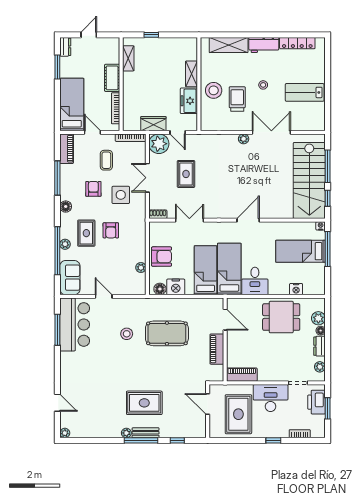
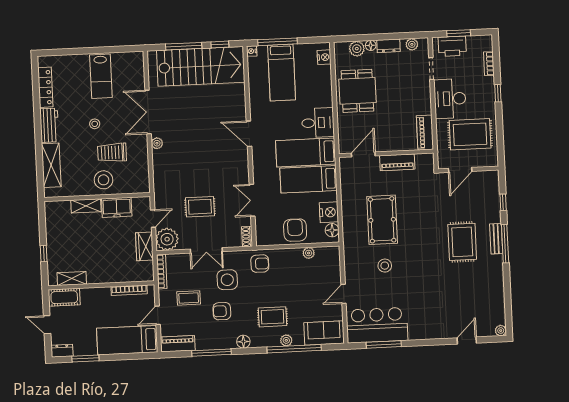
cot: (112, 78) -> (64, 297), moved
armchair: (111, 230) -> (260, 264), moved
nightstand: (296, 289) -> (324, 57), moved
plant: (126, 433) -> (497, 261), removed

